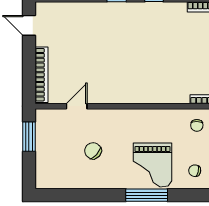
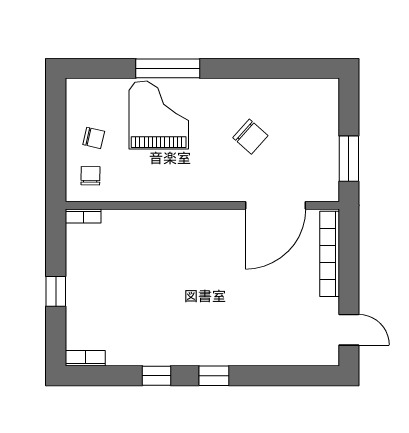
door: (77, 106) -> (275, 205), width x1.88
chair: (195, 171) -> (94, 138), moved

